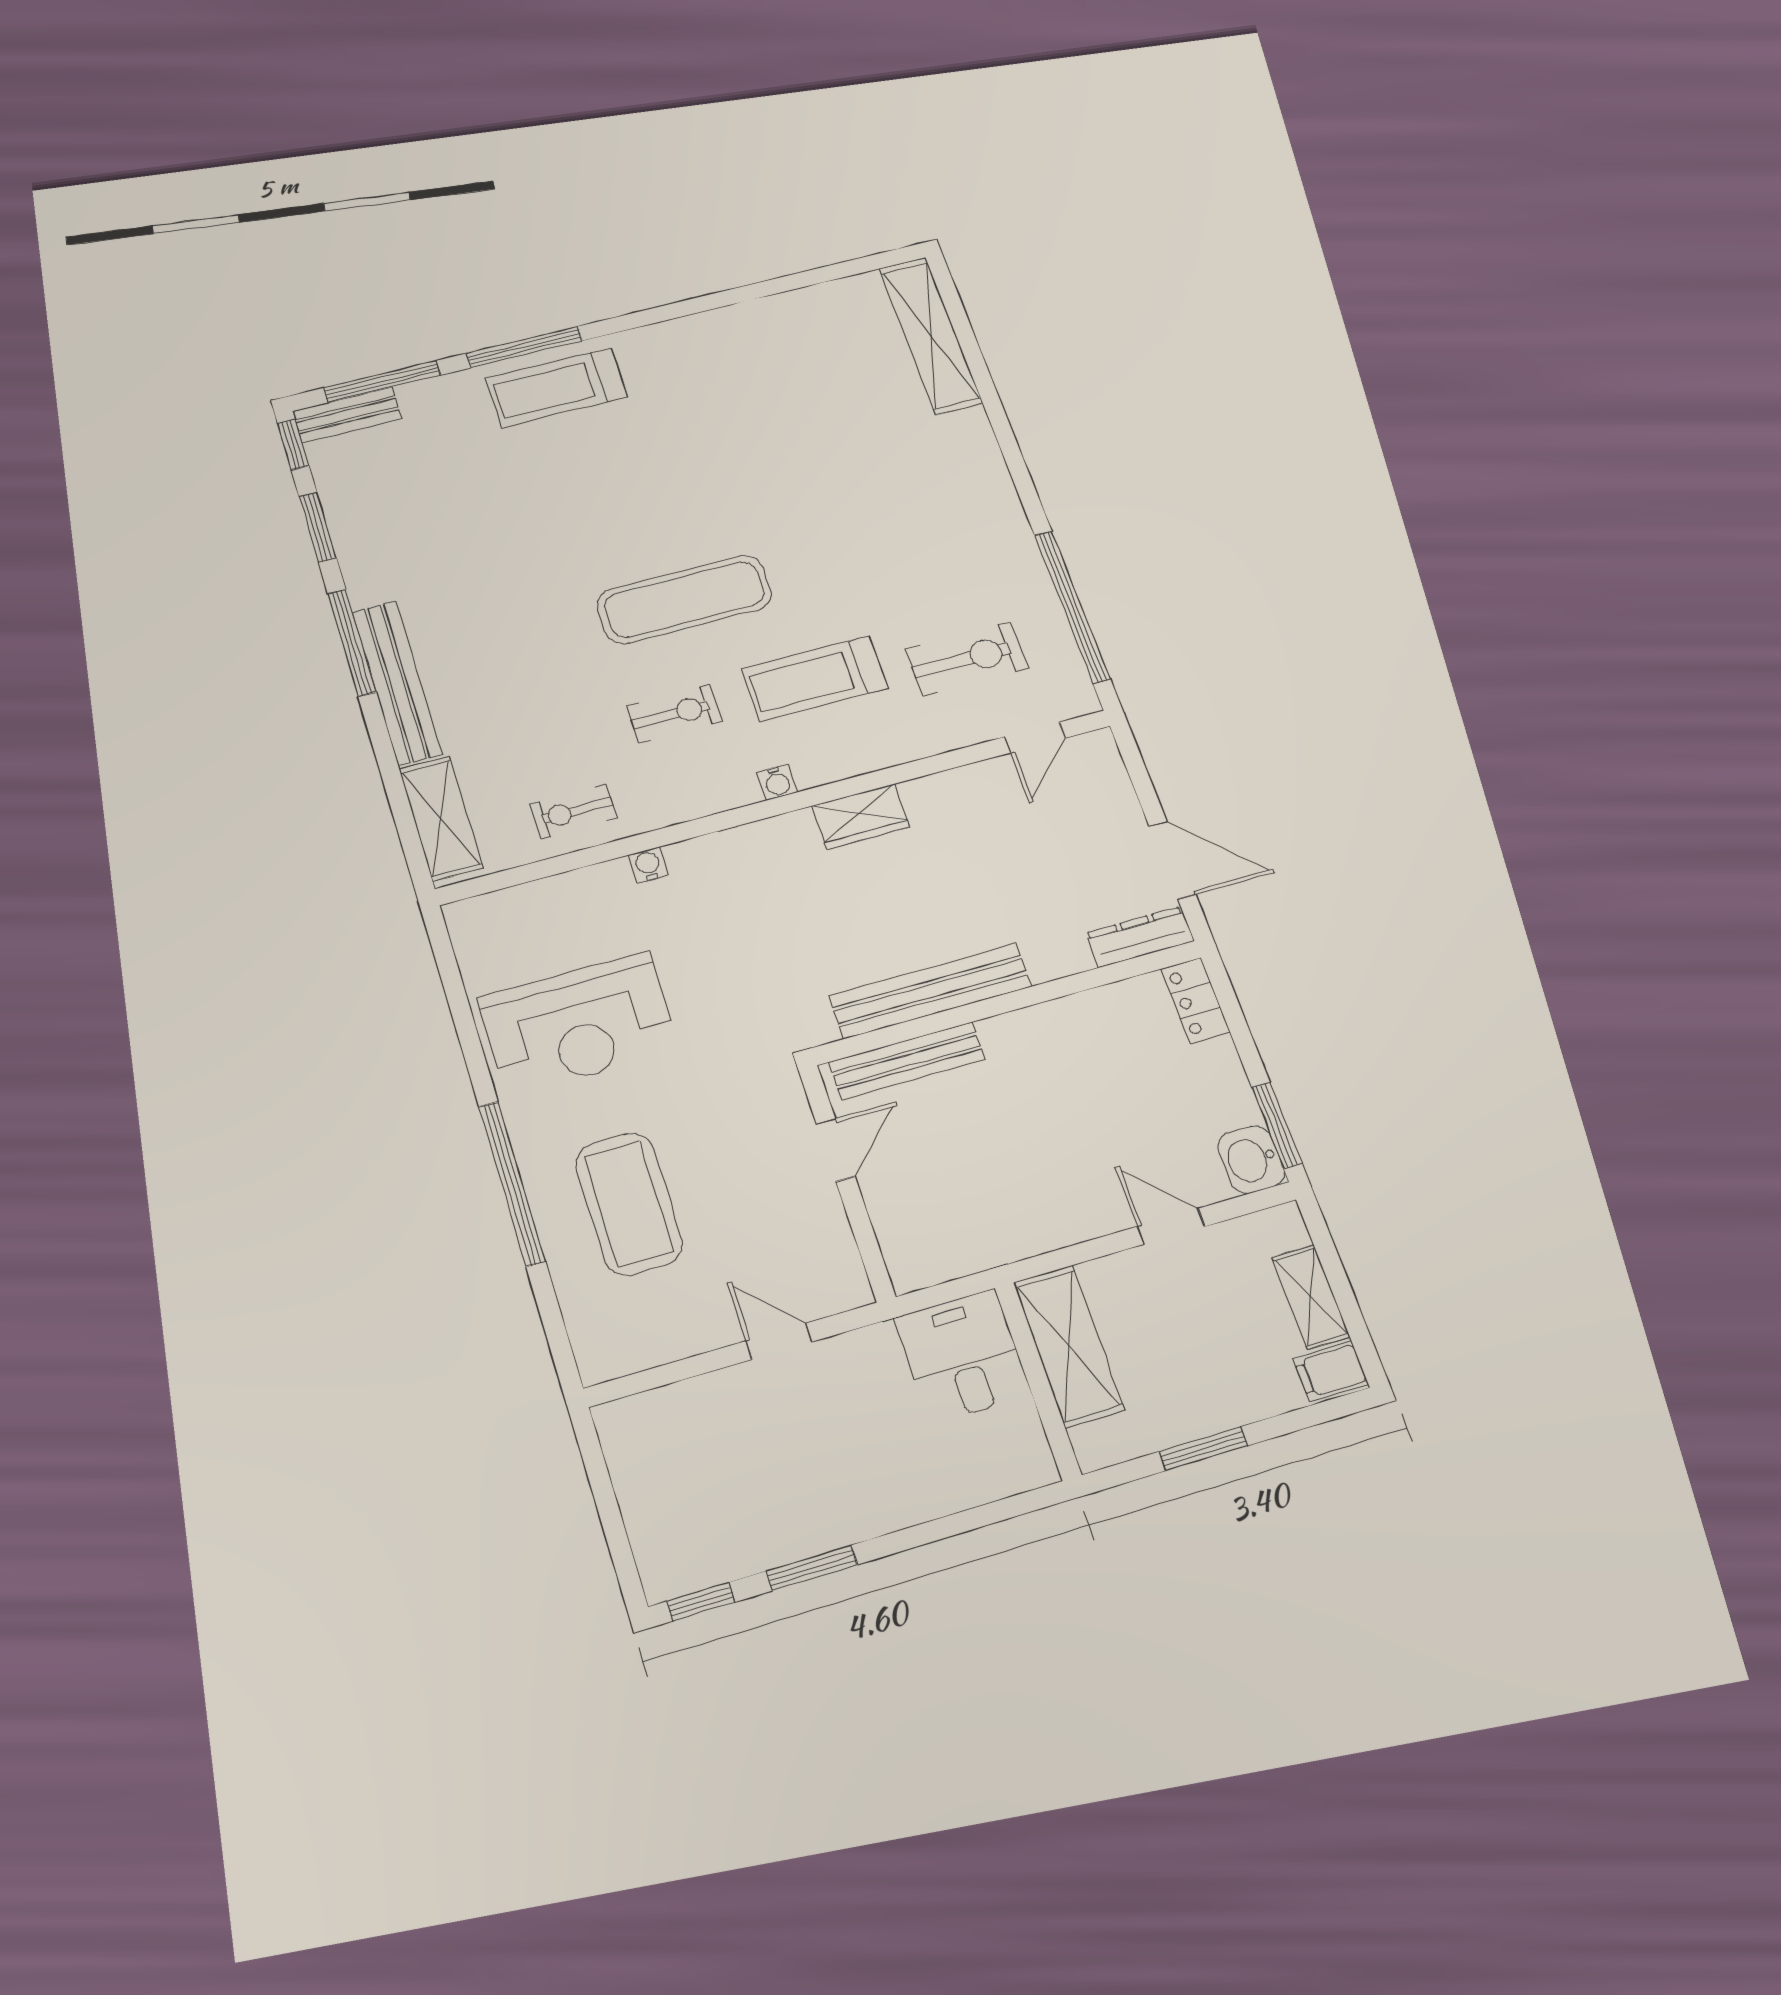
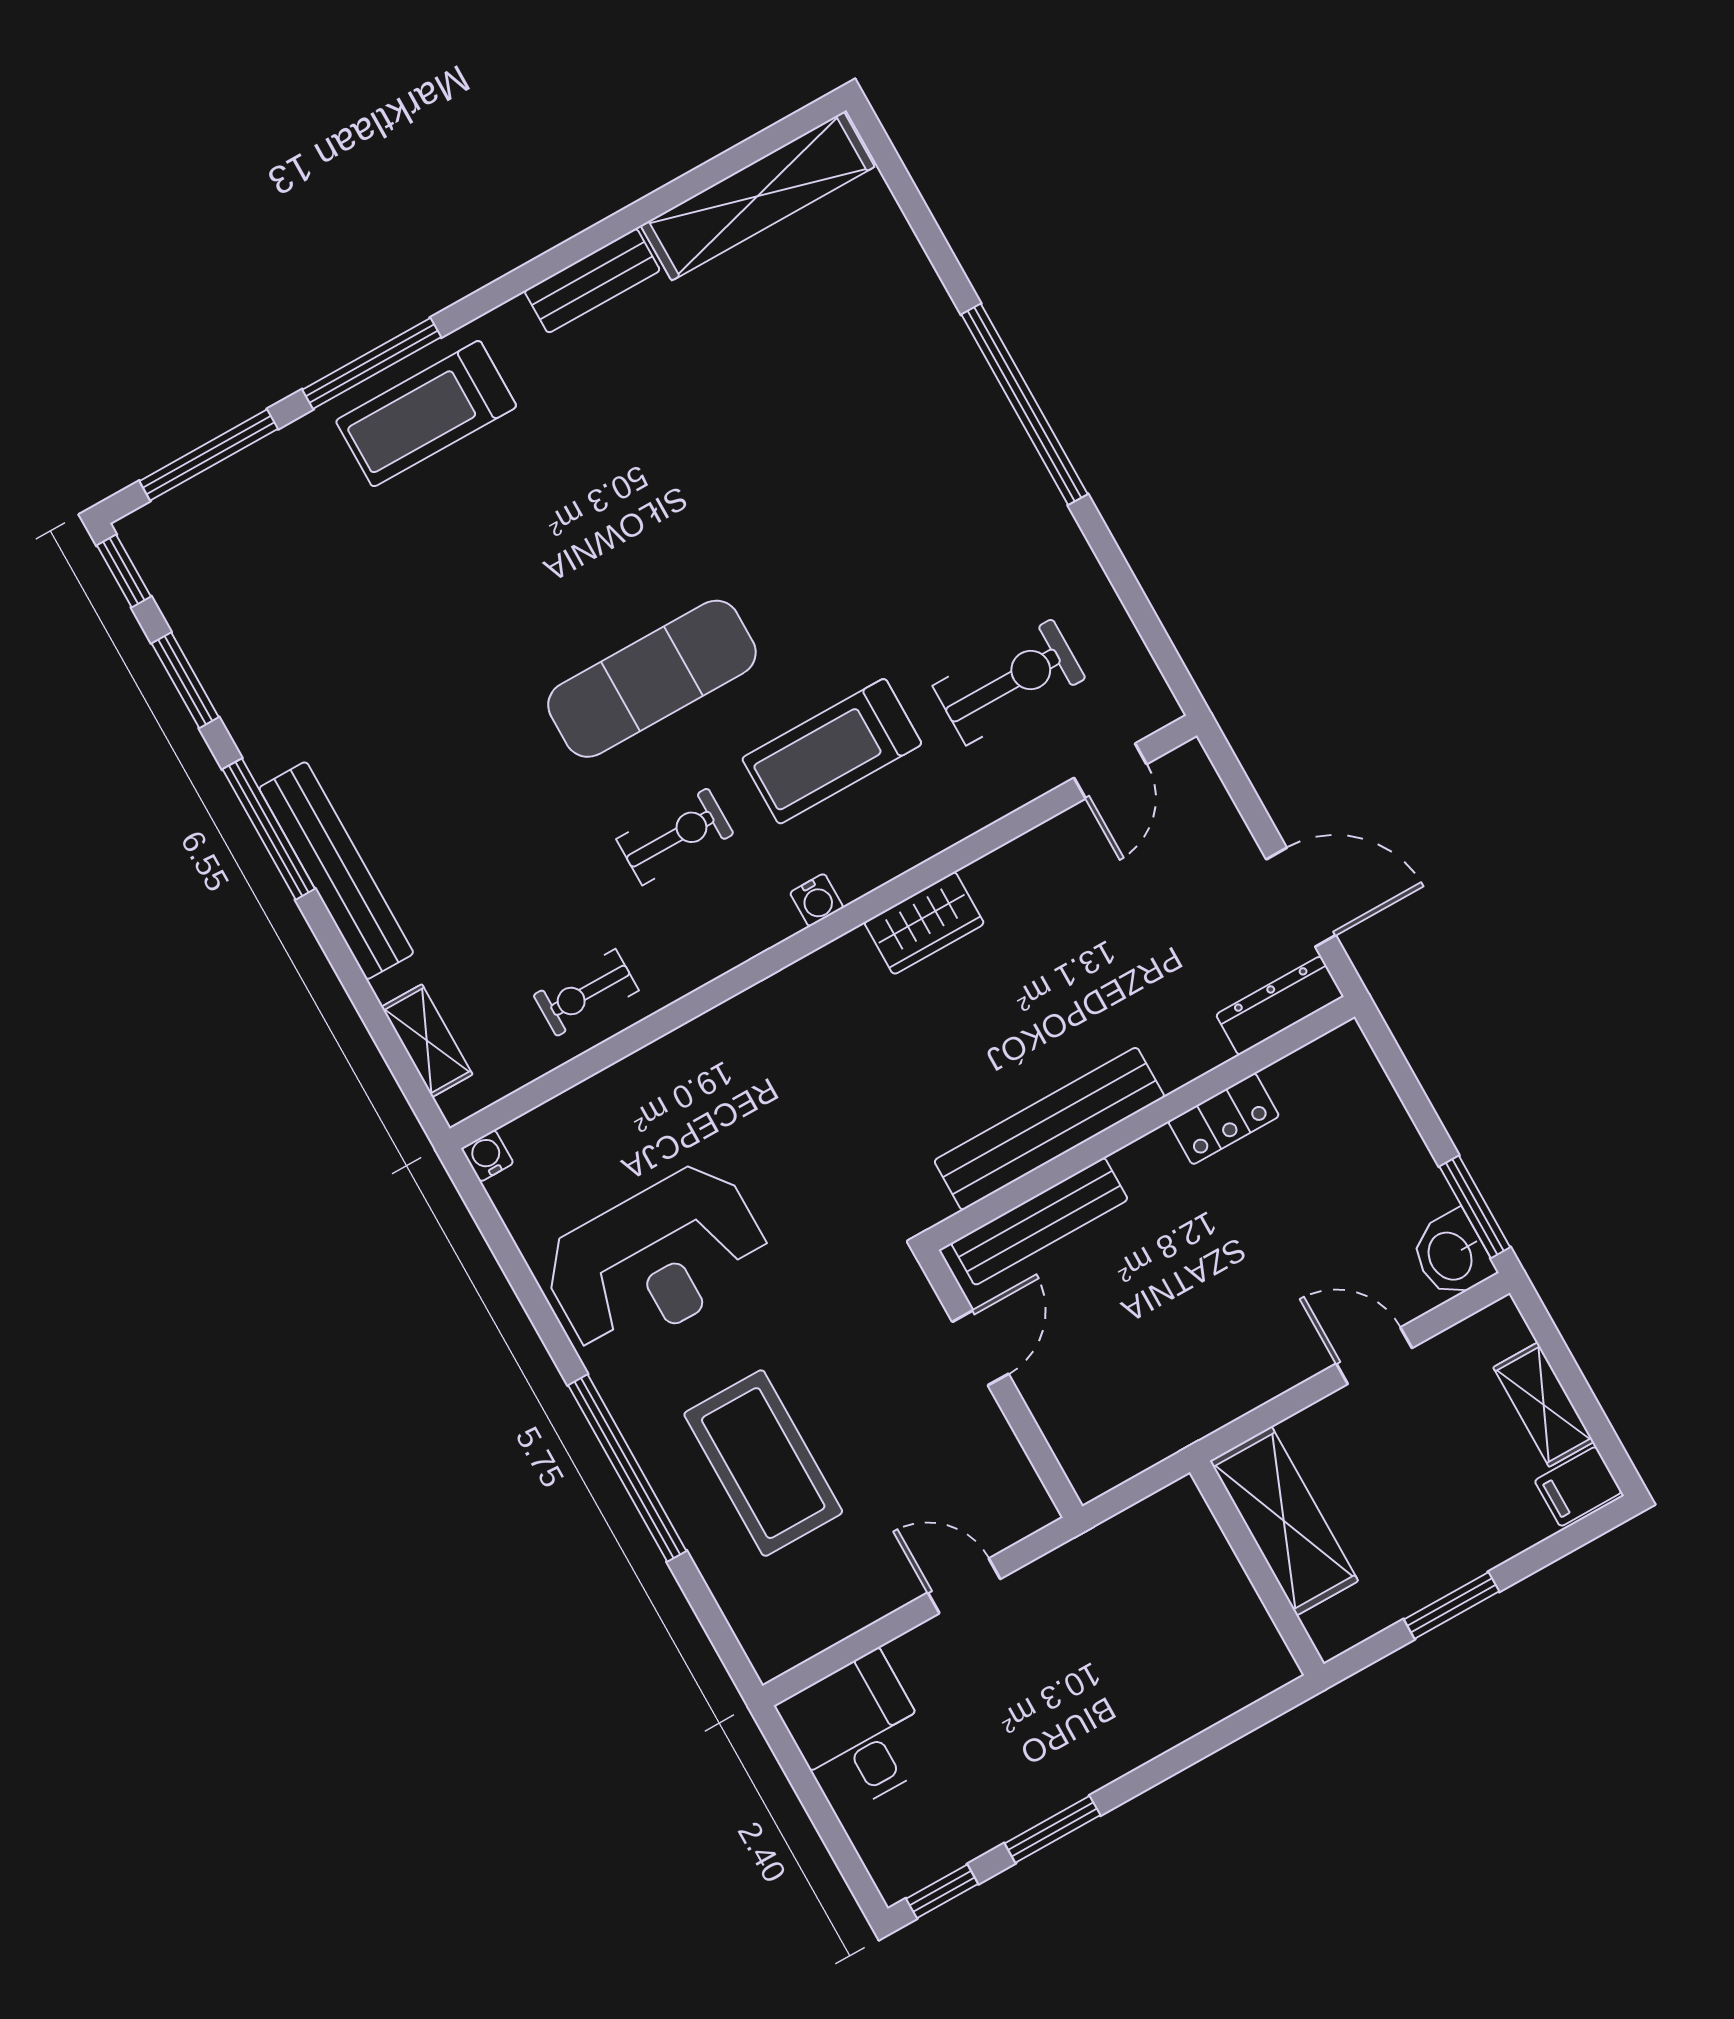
shelving: (931, 336) -> (758, 196), moved, turned 90
bench: (347, 415) -> (592, 281), moved
window: (1072, 607) -> (1024, 404), moved
shelving: (441, 818) -> (427, 1041), width x0.67, depth x0.75
water cooler: (648, 865) -> (487, 1156), moved
locker: (1196, 1001) -> (1224, 1119), moved, turned -90
desk: (963, 1356) -> (858, 1733), moved

